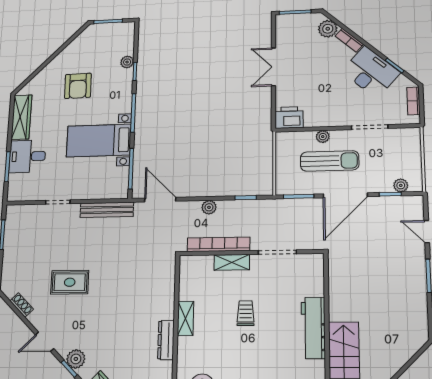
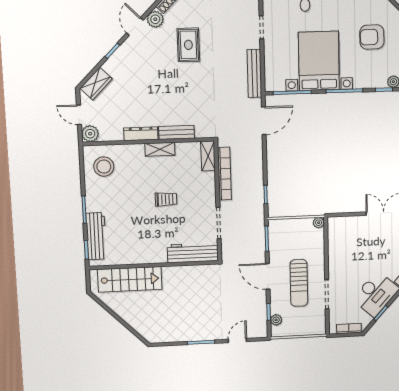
printer: (289, 117) -> (337, 228), removed
plant: (323, 137) -> (319, 223), moved
bed with nightstands: (99, 141) -> (319, 61), width x1.36
sun lounger: (330, 161) -> (299, 283), moved
door: (345, 195) -> (268, 276), width x0.73
plant: (209, 207) -> (257, 164), removed
shelving: (232, 262) -> (208, 156), moved
bench: (167, 298) -> (177, 132), added
workbench: (313, 328) -> (193, 253), moved
plant: (76, 359) -> (155, 19), moved

